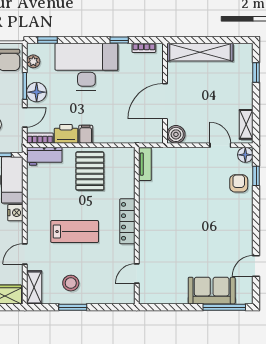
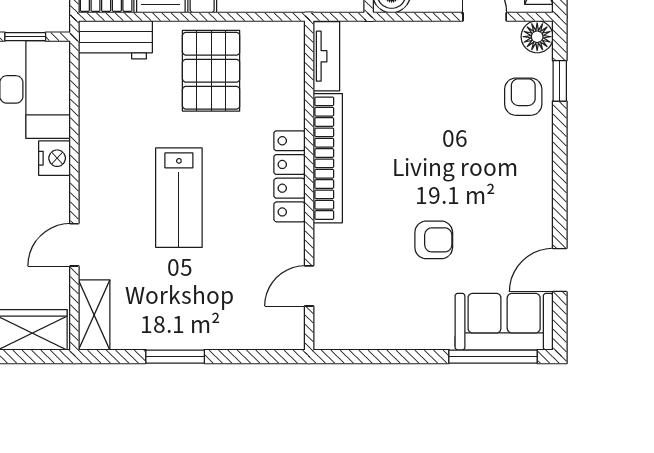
bookcase: (146, 213) -> (328, 158), added
lab bench: (75, 232) -> (179, 198), turned 90
armchair: (196, 252) -> (434, 240), added
stool: (71, 283) -> (171, 306), removed
sofa: (212, 291) -> (504, 322), moved

